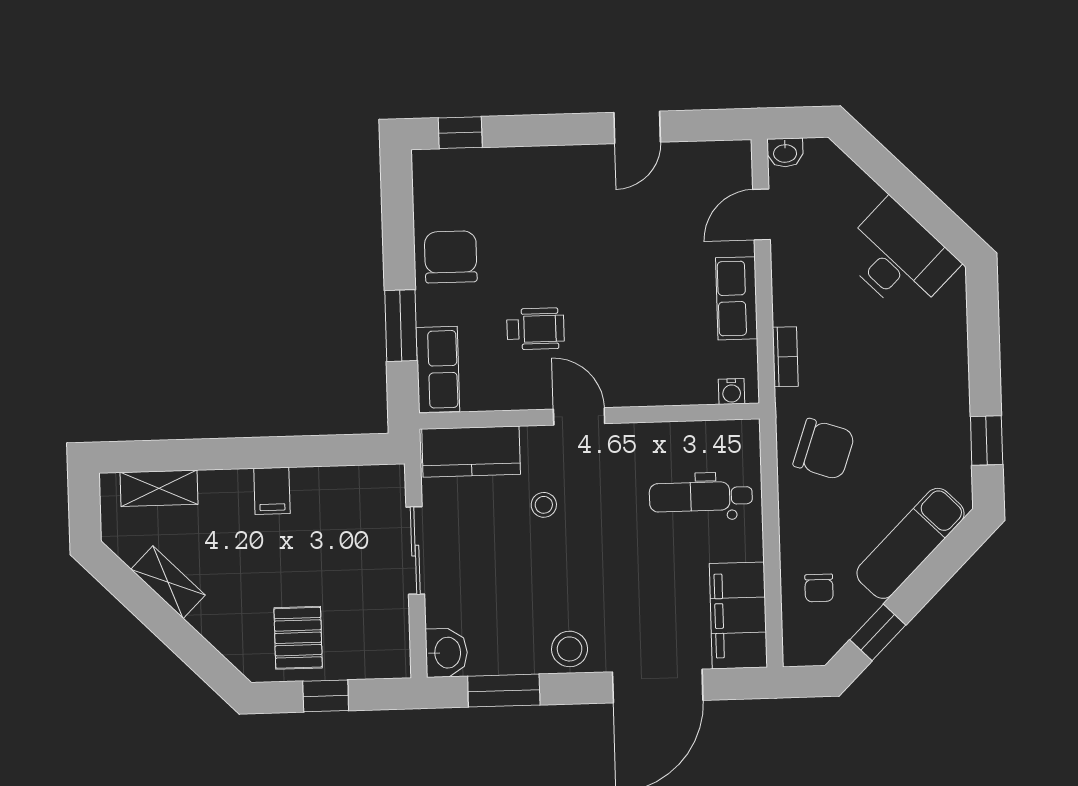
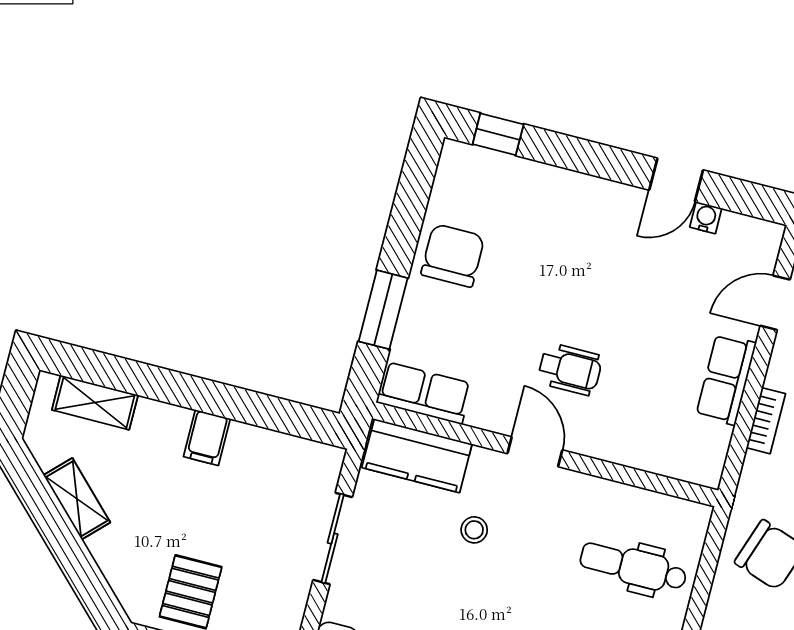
wheelchair: (536, 329) -> (570, 369), moved
bookcase: (785, 357) -> (766, 421), moved
row of seats: (438, 369) -> (424, 393), moved, turned -90
water cooler: (732, 391) -> (706, 218), moved, turned 180

